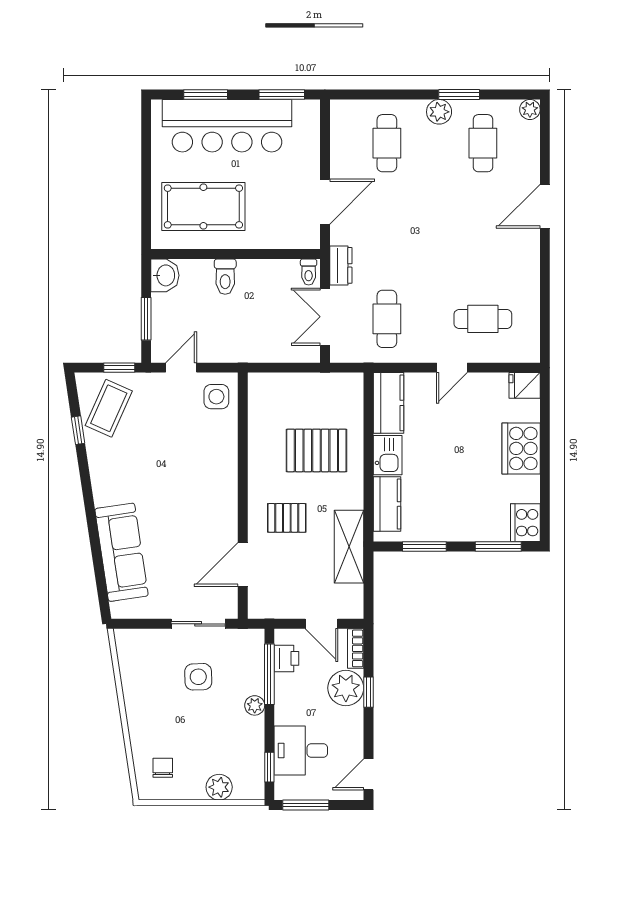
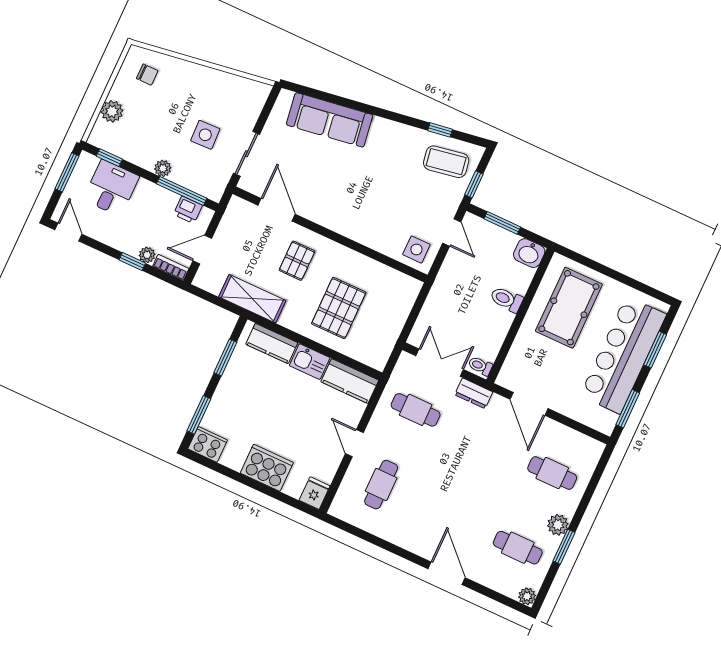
coffee table: (109, 408) -> (446, 162), turned -34
plant: (346, 688) -> (147, 255), width x0.53, depth x0.53

